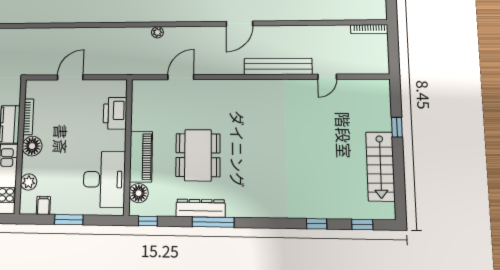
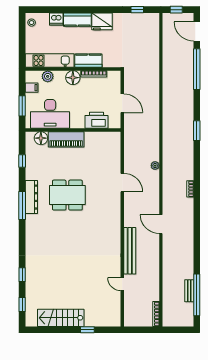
printer: (115, 113) -> (96, 120), moved
wall: (128, 147) -> (73, 130), moved
piano: (141, 157) -> (66, 139), moved
desk: (104, 179) -> (50, 114), moved
floor lamp: (139, 193) -> (41, 138), moved

